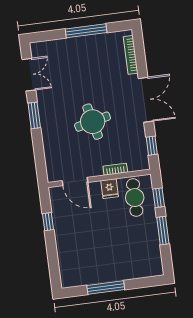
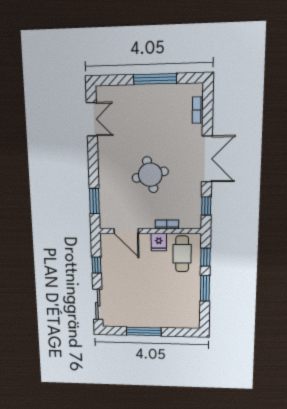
bookcase: (131, 55) -> (198, 110), width x0.64
window: (34, 115) -> (94, 201), moved
sliding door: (54, 264) -> (98, 304), added

